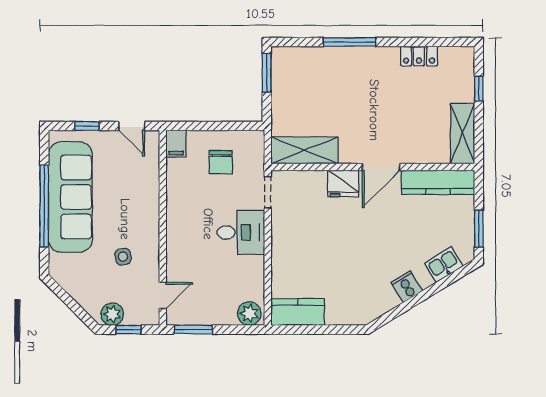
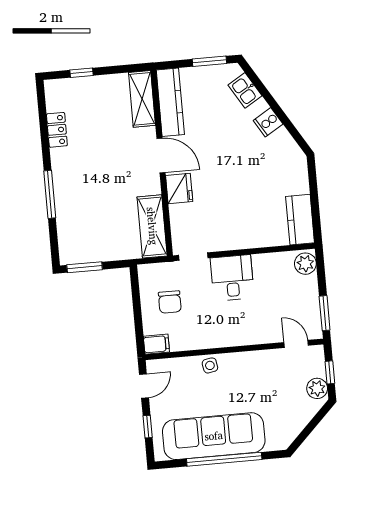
shelving: (462, 134) -> (142, 99), moved, turned 90
chair: (221, 162) -> (170, 302), turned 90
side table: (123, 257) -> (210, 365), moved

